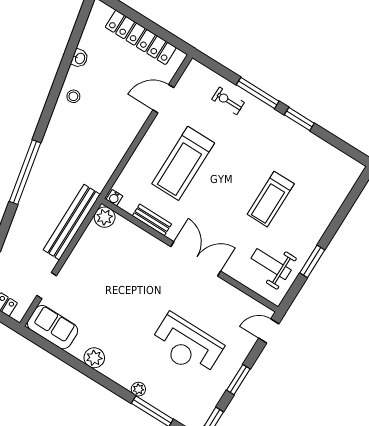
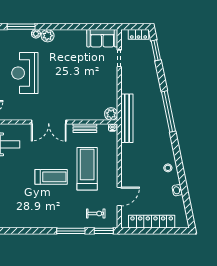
exercise bike: (228, 101) -> (96, 213), moved
window: (299, 119) -> (104, 231), moved
treadmill: (271, 199) -> (51, 177), moved, turned 90
bench: (72, 222) -> (127, 118), moved
reception desk: (187, 345) -> (25, 73), turned -90
plant: (94, 358) -> (48, 36), moved

